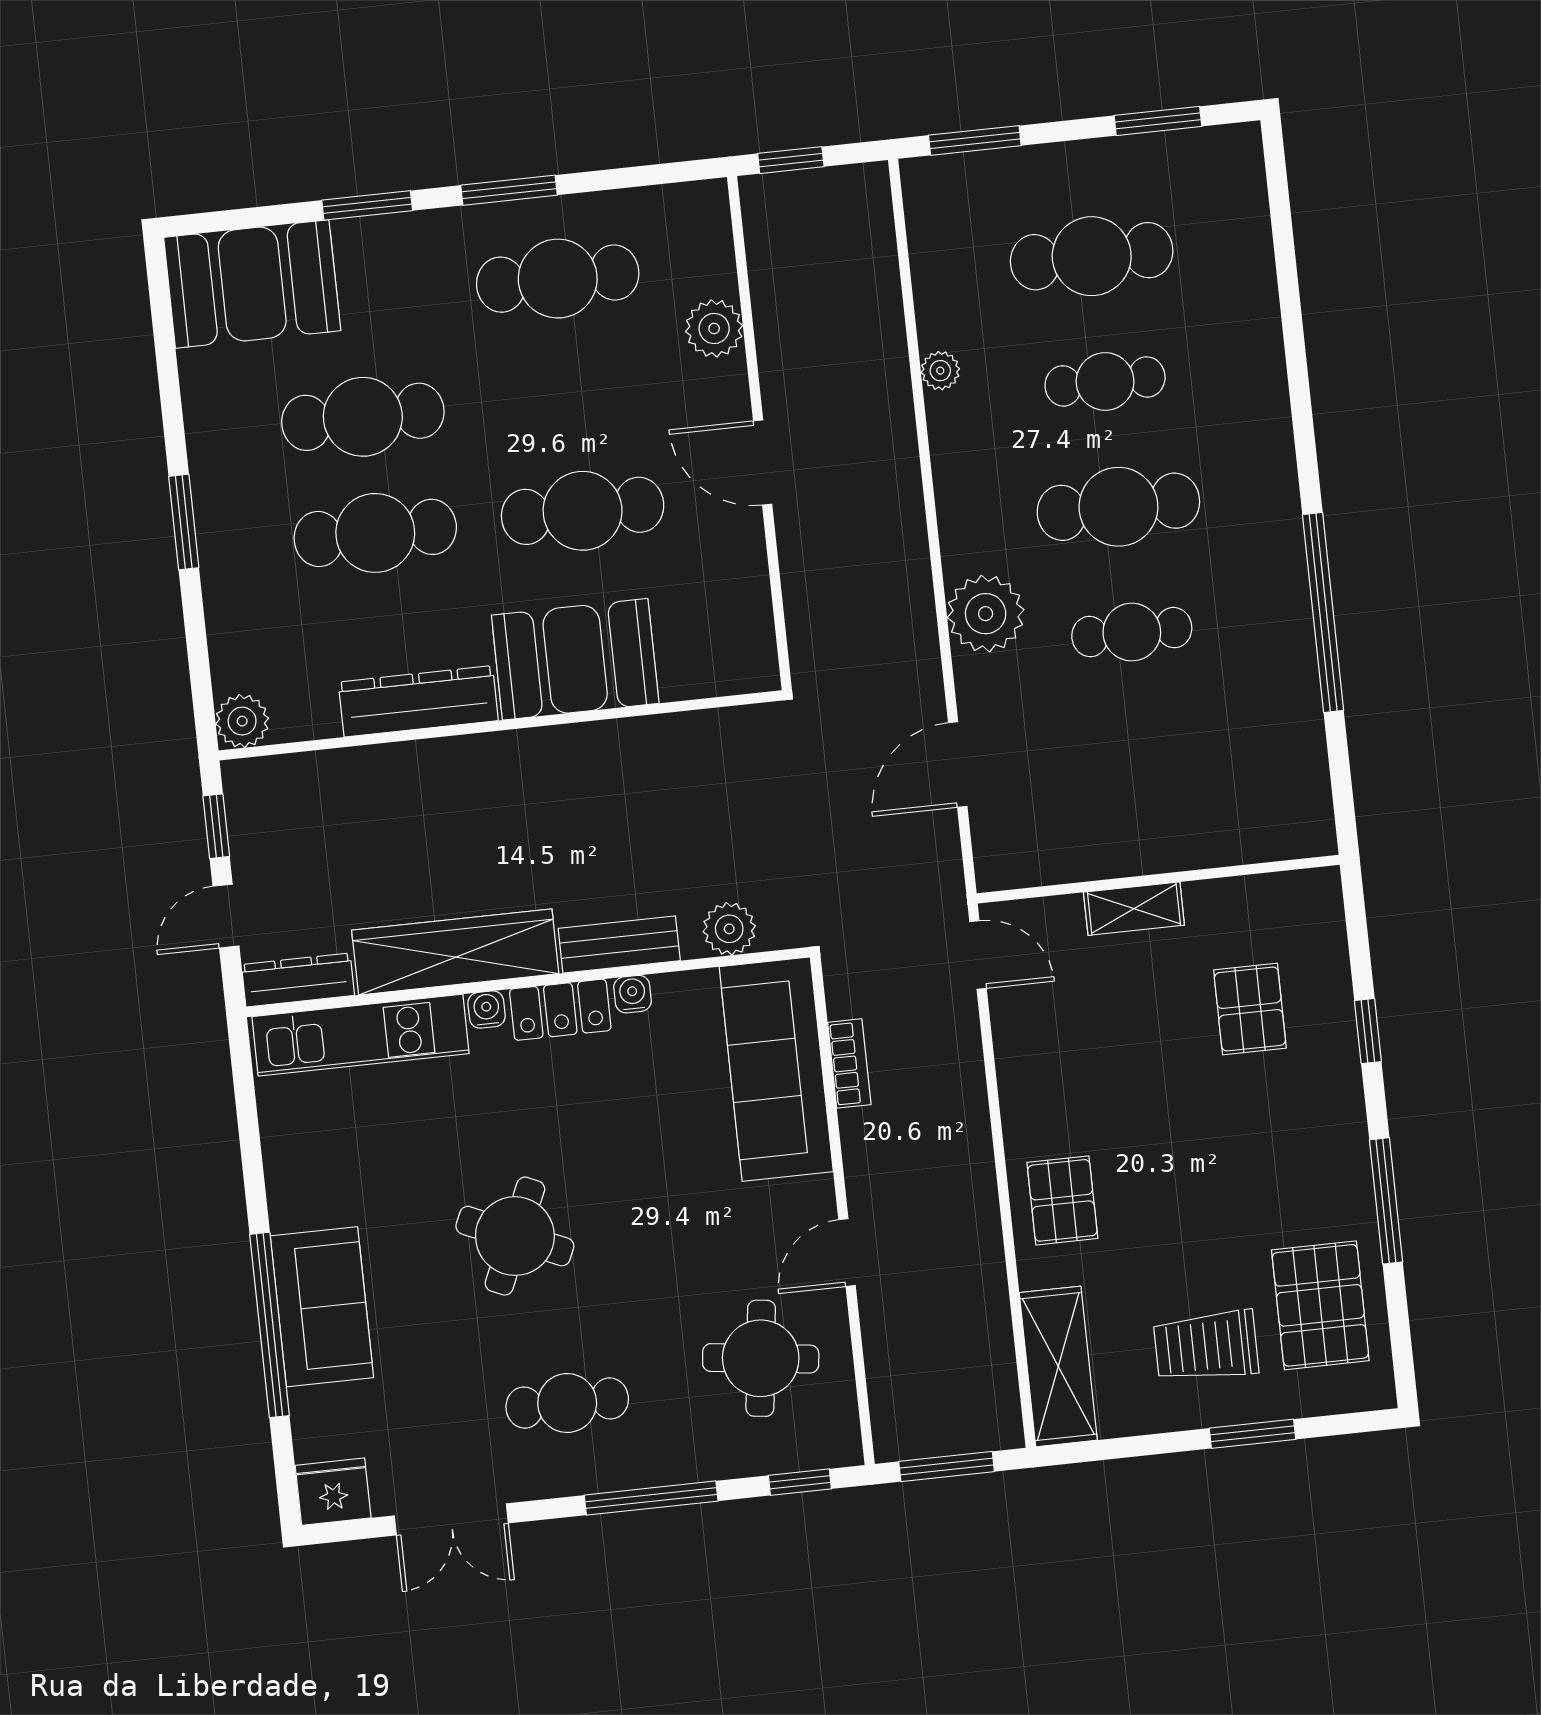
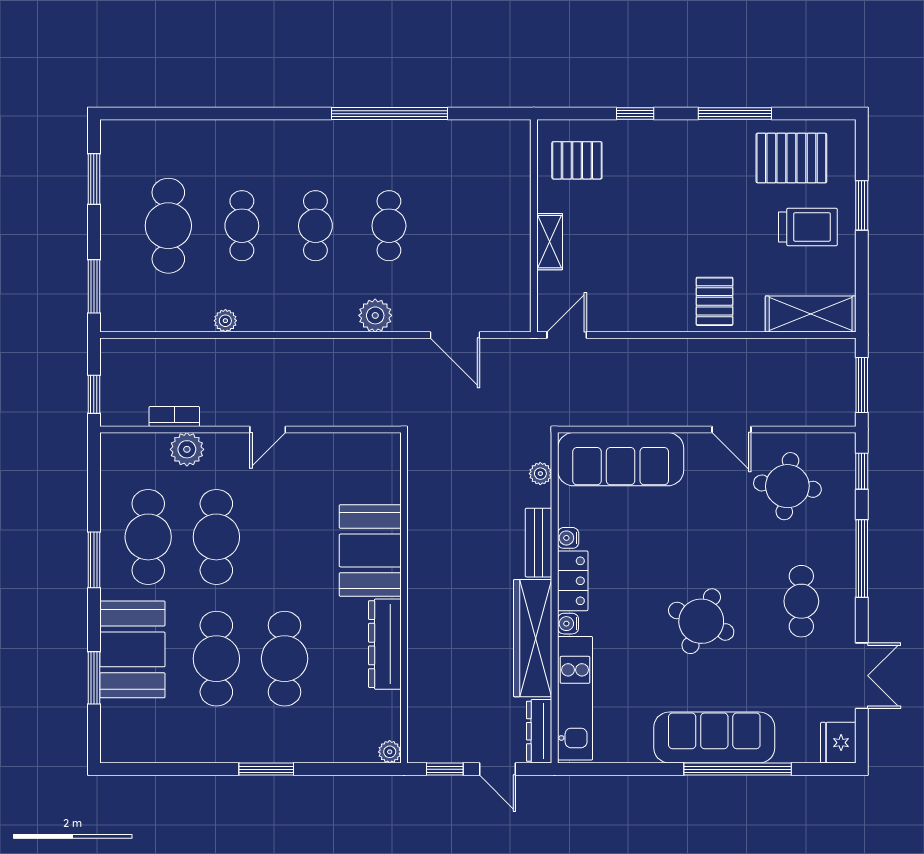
window: (367, 205) -> (94, 678), moved
booth: (252, 284) -> (132, 649), moved
door: (763, 463) -> (268, 429), width x0.73
cafe table: (1118, 507) -> (315, 226), width x0.73, depth x0.74
cafe table: (583, 511) -> (216, 537), moved
plant: (986, 614) -> (375, 315), width x0.73, depth x0.73
plant: (242, 721) -> (390, 752), width x0.73, depth x0.73
plant: (729, 929) -> (540, 474), width x0.73, depth x0.73
pallet: (1250, 1009) -> (577, 160), moved
bookcase: (849, 1063) -> (174, 416), moved
pallet: (1062, 1200) -> (714, 301), turned 90
sofa: (322, 1307) -> (714, 738), width x1.36
trolley: (1206, 1346) -> (808, 227), turned -90

